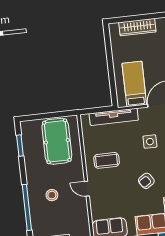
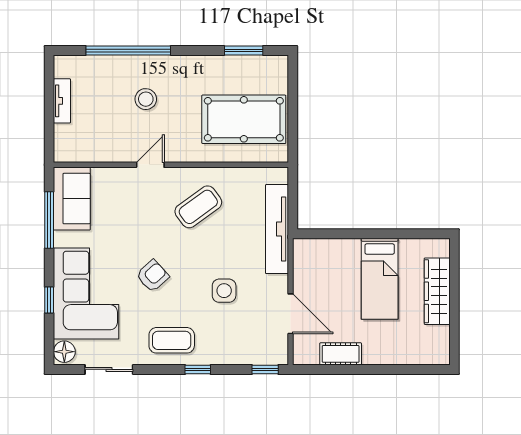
bed: (134, 84) -> (380, 279), moved, turned 90
coffee table: (107, 160) -> (198, 207), turned 54
armchair: (146, 181) -> (153, 276), turned 81

